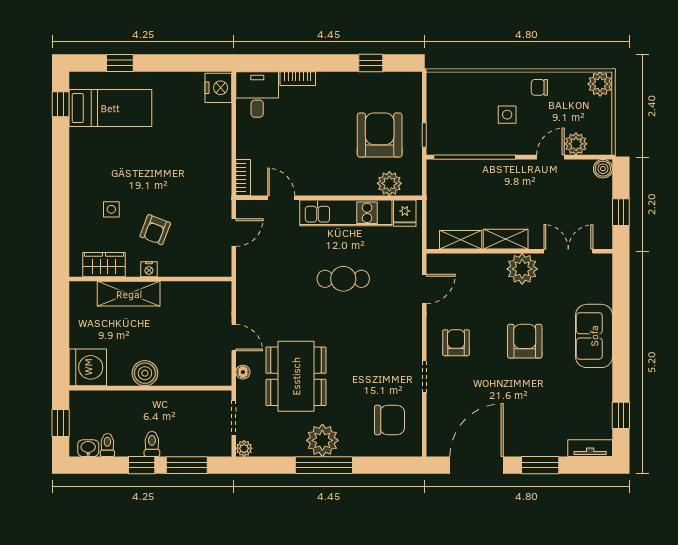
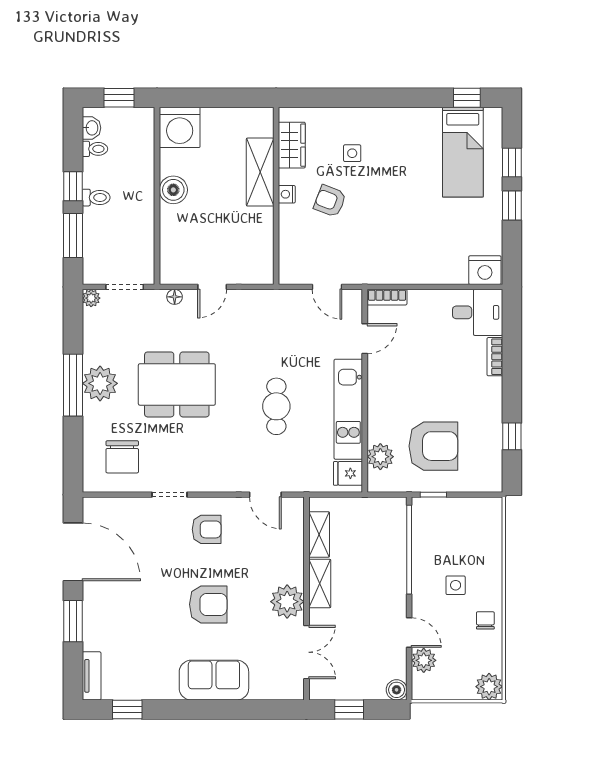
window: (159, 63) -> (512, 205), added
dining table: (296, 376) -> (177, 384), moved

